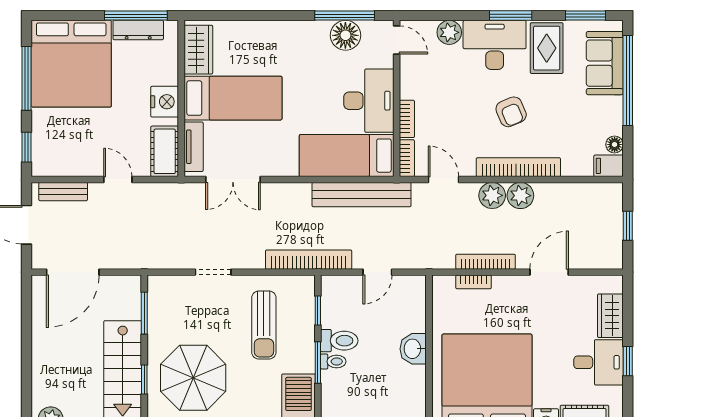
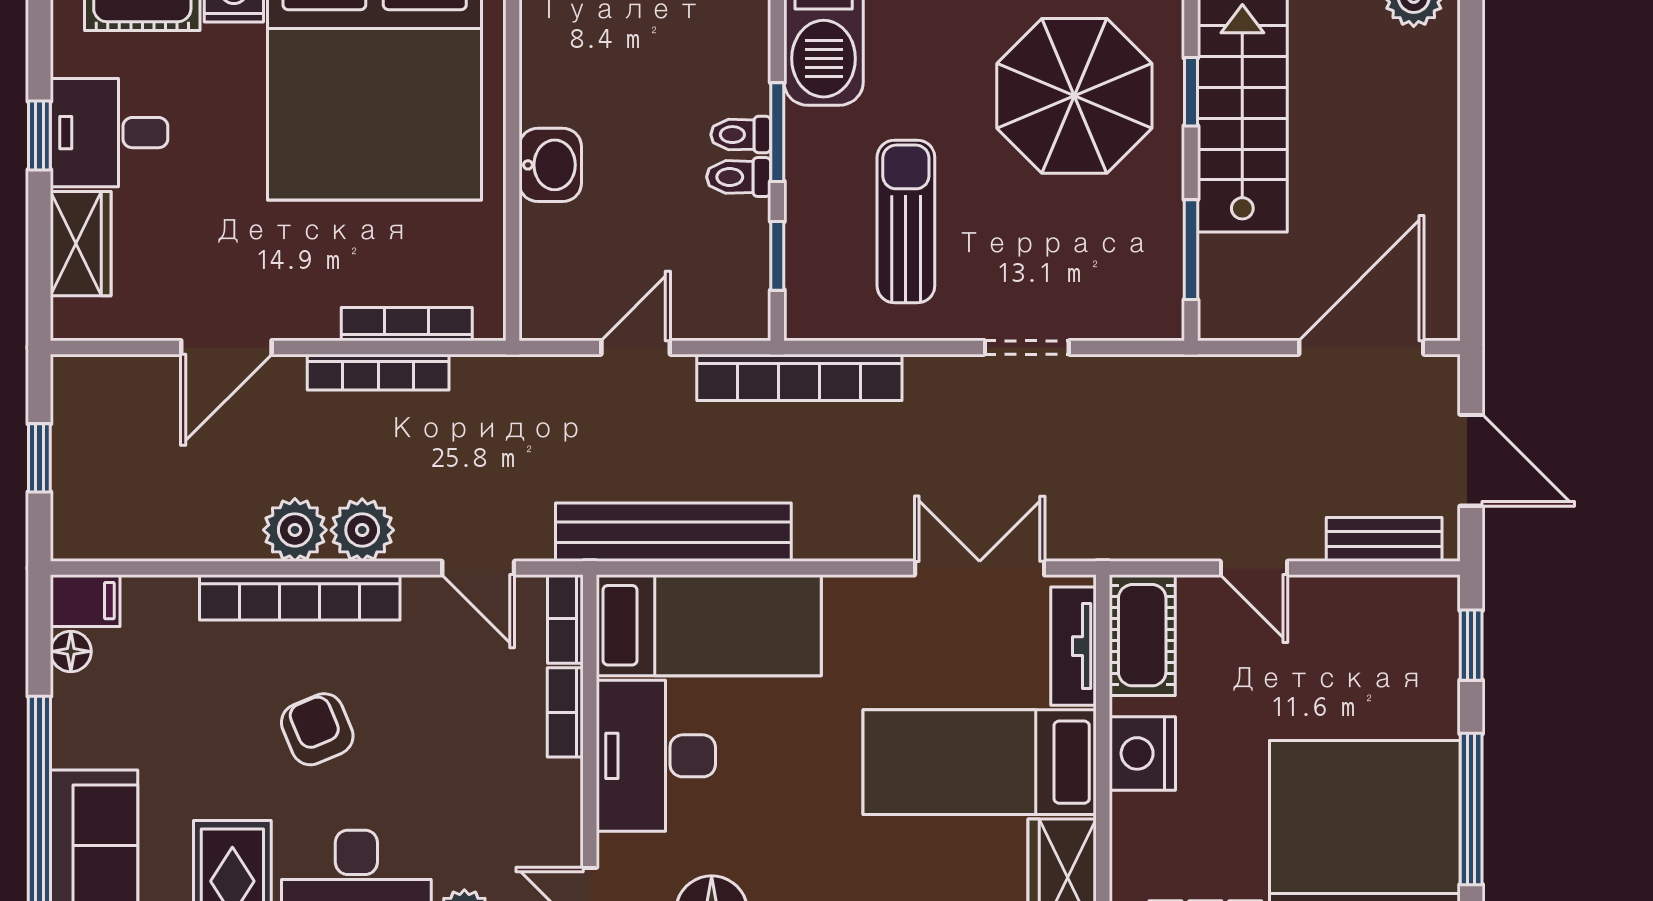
bookcase: (473, 282) -> (407, 324), width x1.56
toilet: (339, 341) -> (739, 177), width x0.73, depth x0.72

